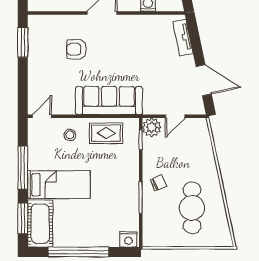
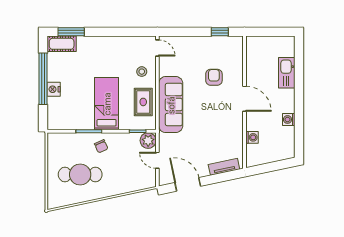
window: (23, 42) -> (220, 32), width x0.67
door: (204, 80) -> (188, 184), swing flipped
window: (23, 168) -> (114, 32), removed
bed: (59, 185) -> (107, 104), moved, turned 180
cot: (40, 224) -> (62, 44), width x0.73, depth x0.75
nightstand: (128, 239) -> (54, 89), moved

